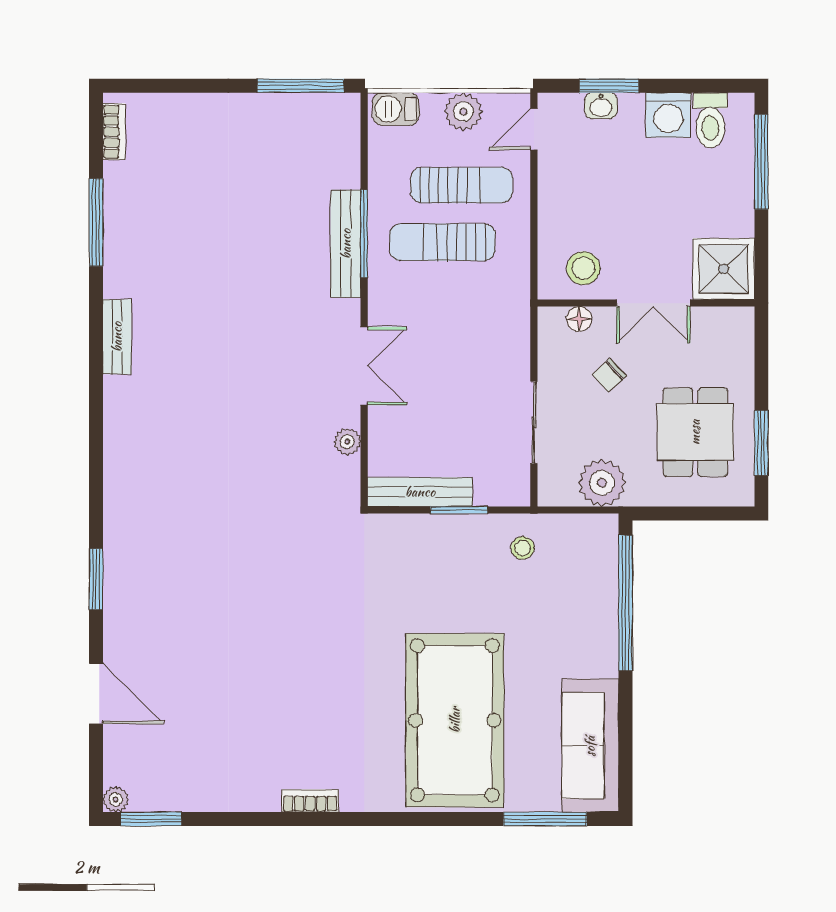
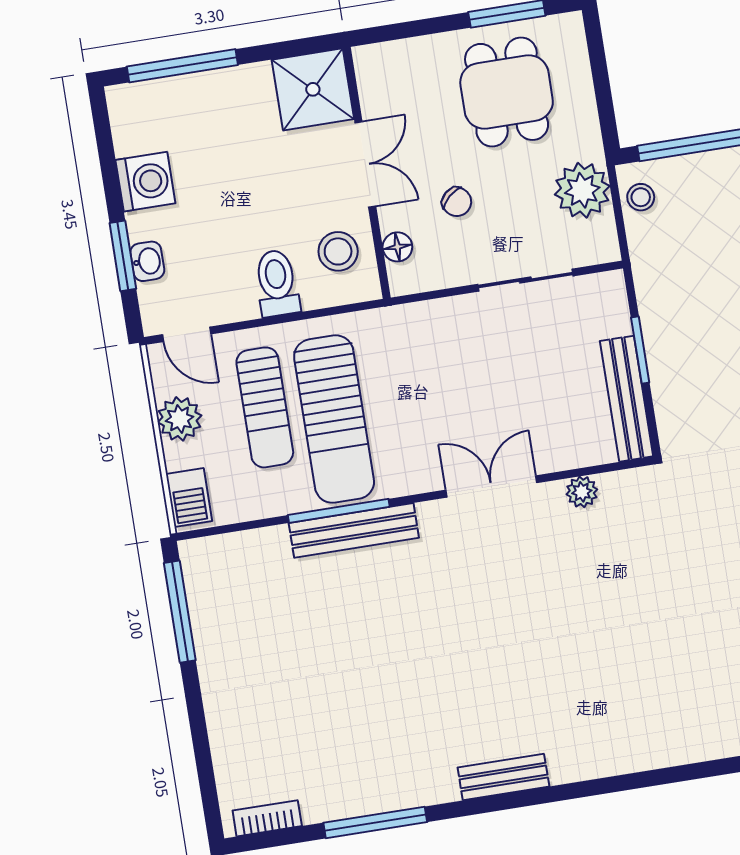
toilet: (710, 120) -> (277, 283), moved, turned -90
sun lounger: (462, 185) -> (265, 407), turned 180
sun lounger: (442, 242) -> (334, 419), width x1.36, depth x1.34
dining table: (695, 432) -> (507, 92), turned 90
stool: (523, 548) -> (641, 197), moved

